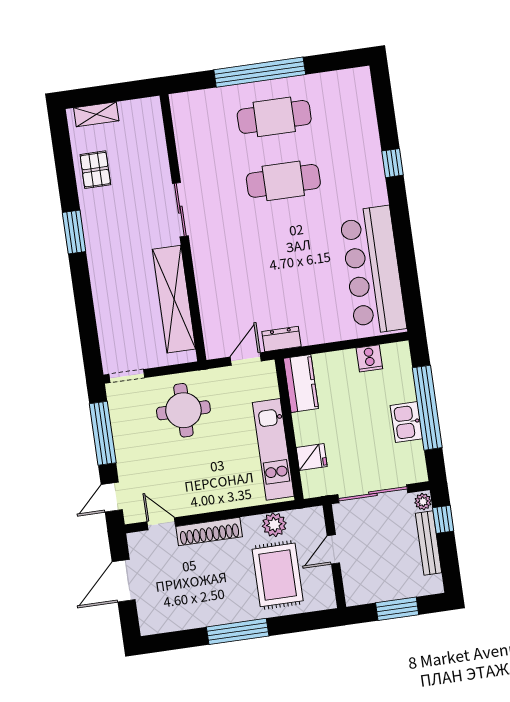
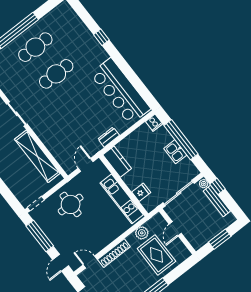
dresser: (281, 339) -> (109, 137), moved
cooker: (369, 358) -> (154, 123), moved

